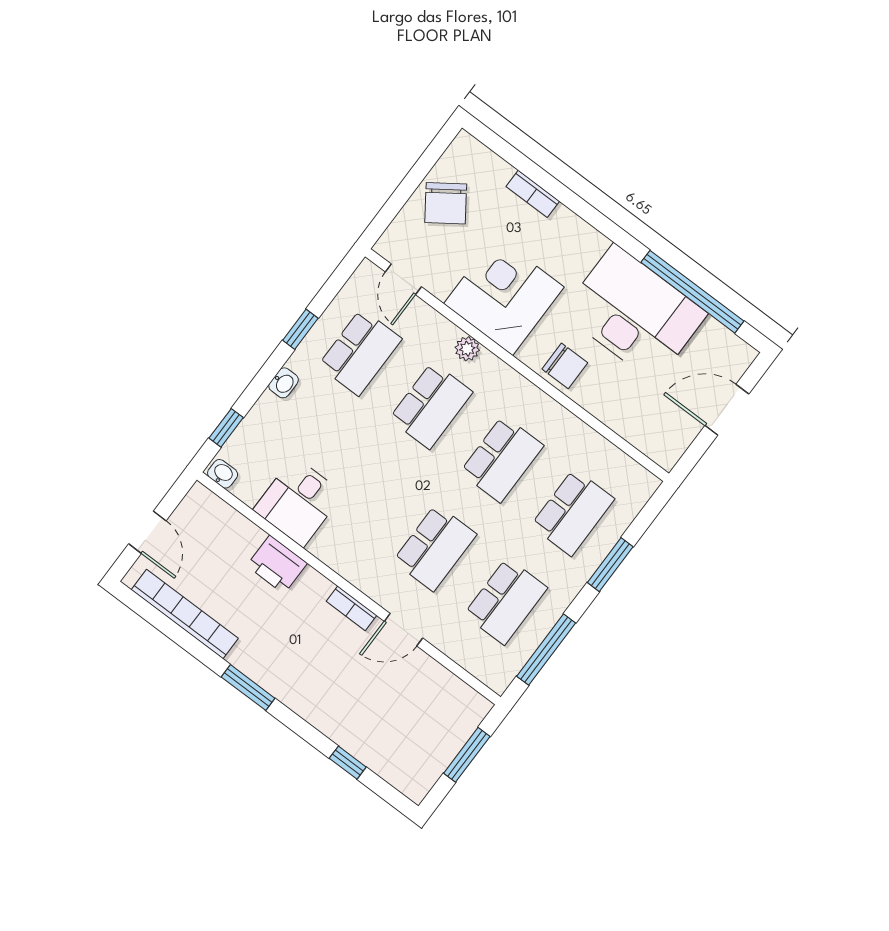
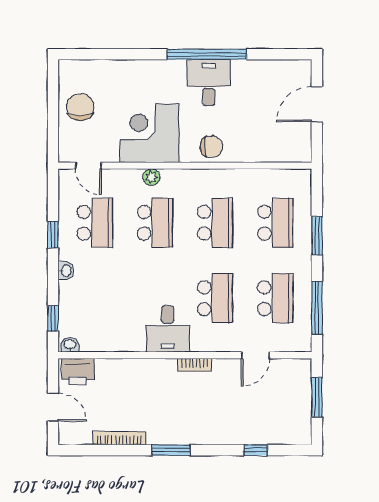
bookcase: (533, 194) -> (124, 67), removed
chair: (446, 203) -> (80, 107), turned -145
window: (692, 292) -> (207, 54), moved
desk: (634, 313) -> (209, 83), width x0.53, depth x0.77
desk: (298, 502) -> (168, 329), moved
printer: (277, 564) -> (78, 372), moved
bookcase: (185, 614) -> (119, 438), width x0.68, depth x0.76
door: (403, 630) -> (255, 355), moved

